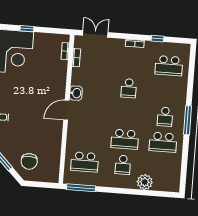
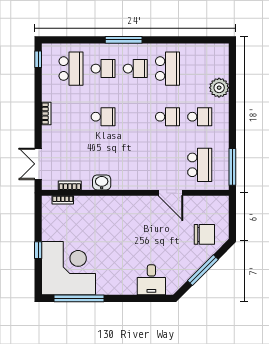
window: (157, 39) -> (38, 59), moved
school desk: (167, 91) -> (103, 69), added
washbasin: (76, 93) -> (102, 182), moved
door: (66, 110) -> (170, 193), moved
window: (188, 120) -> (124, 40), moved
school desk: (125, 139) -> (167, 117), width x0.54

